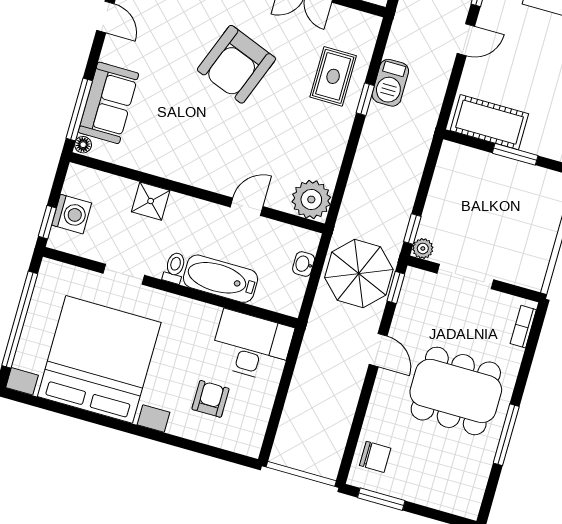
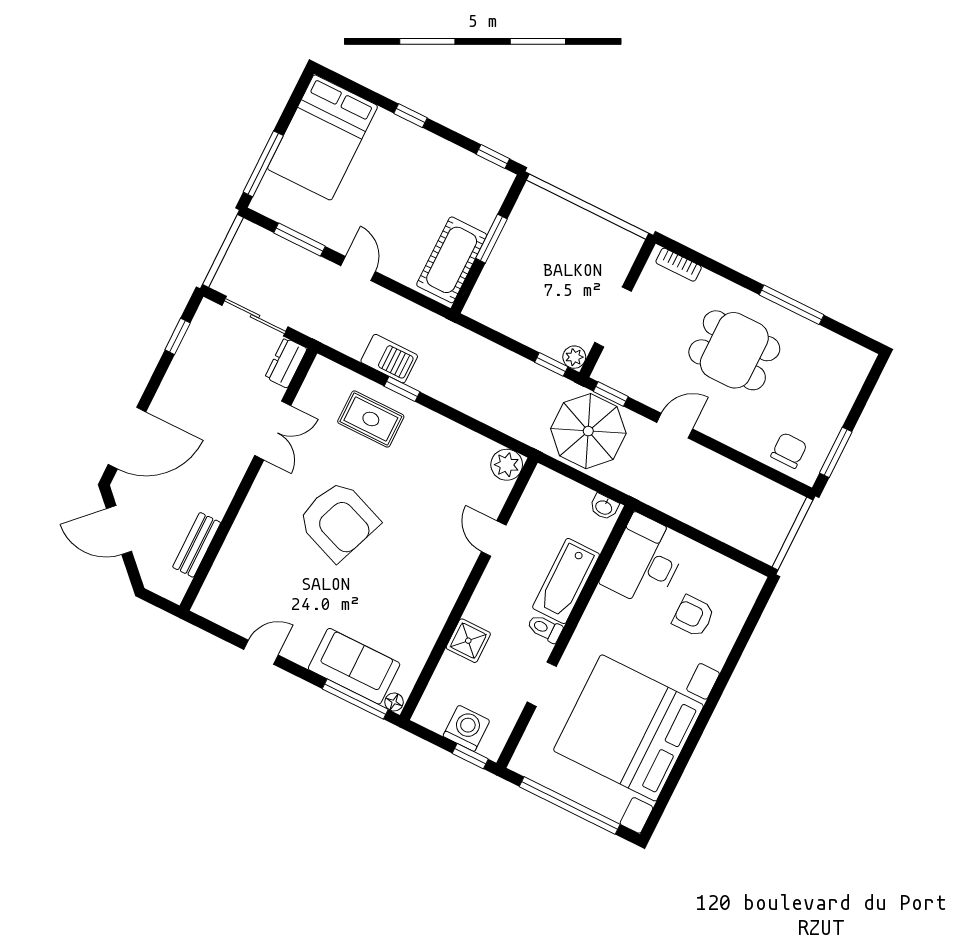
plant: (311, 200) -> (507, 465), width x0.73, depth x0.73
washbasin: (304, 264) -> (604, 507), moved
dining table: (456, 391) -> (734, 350), width x0.73

